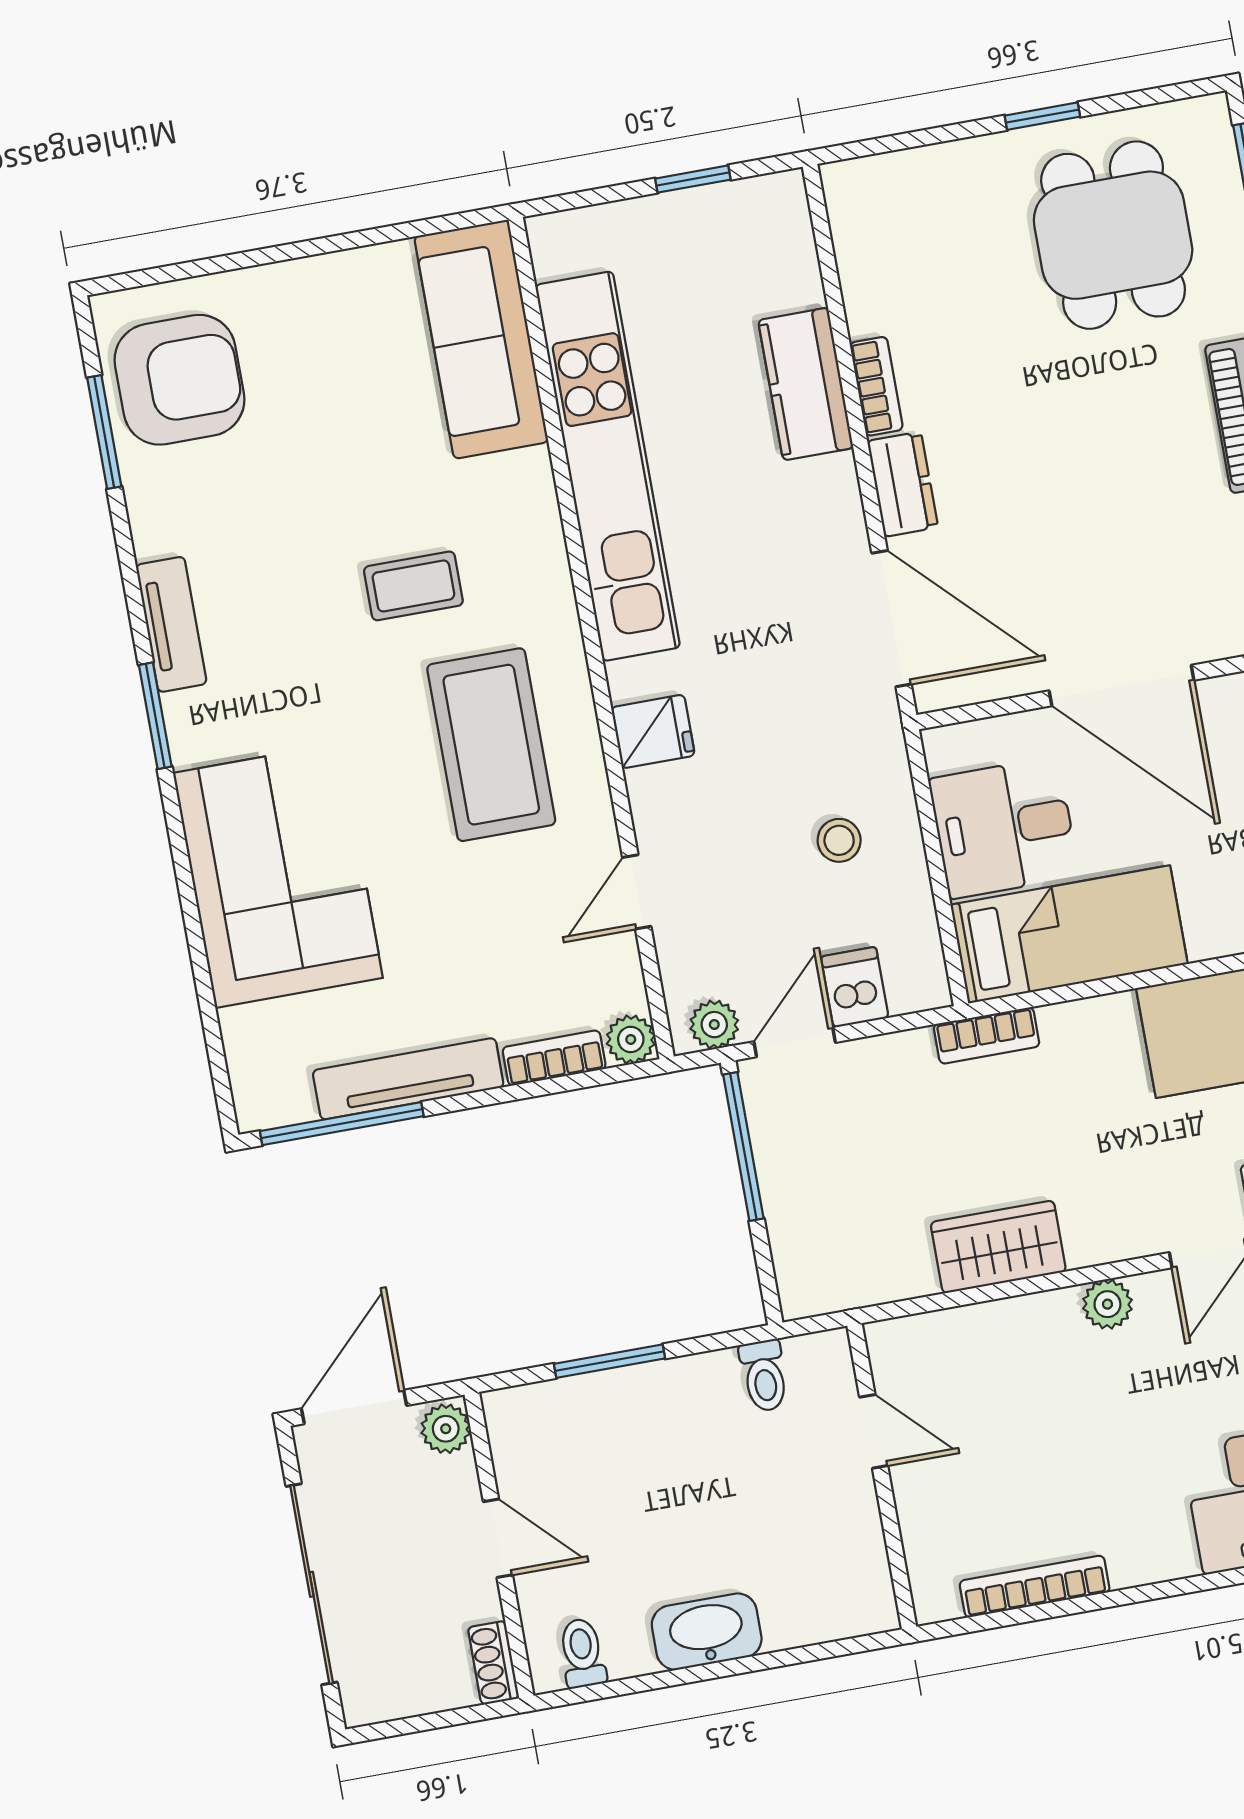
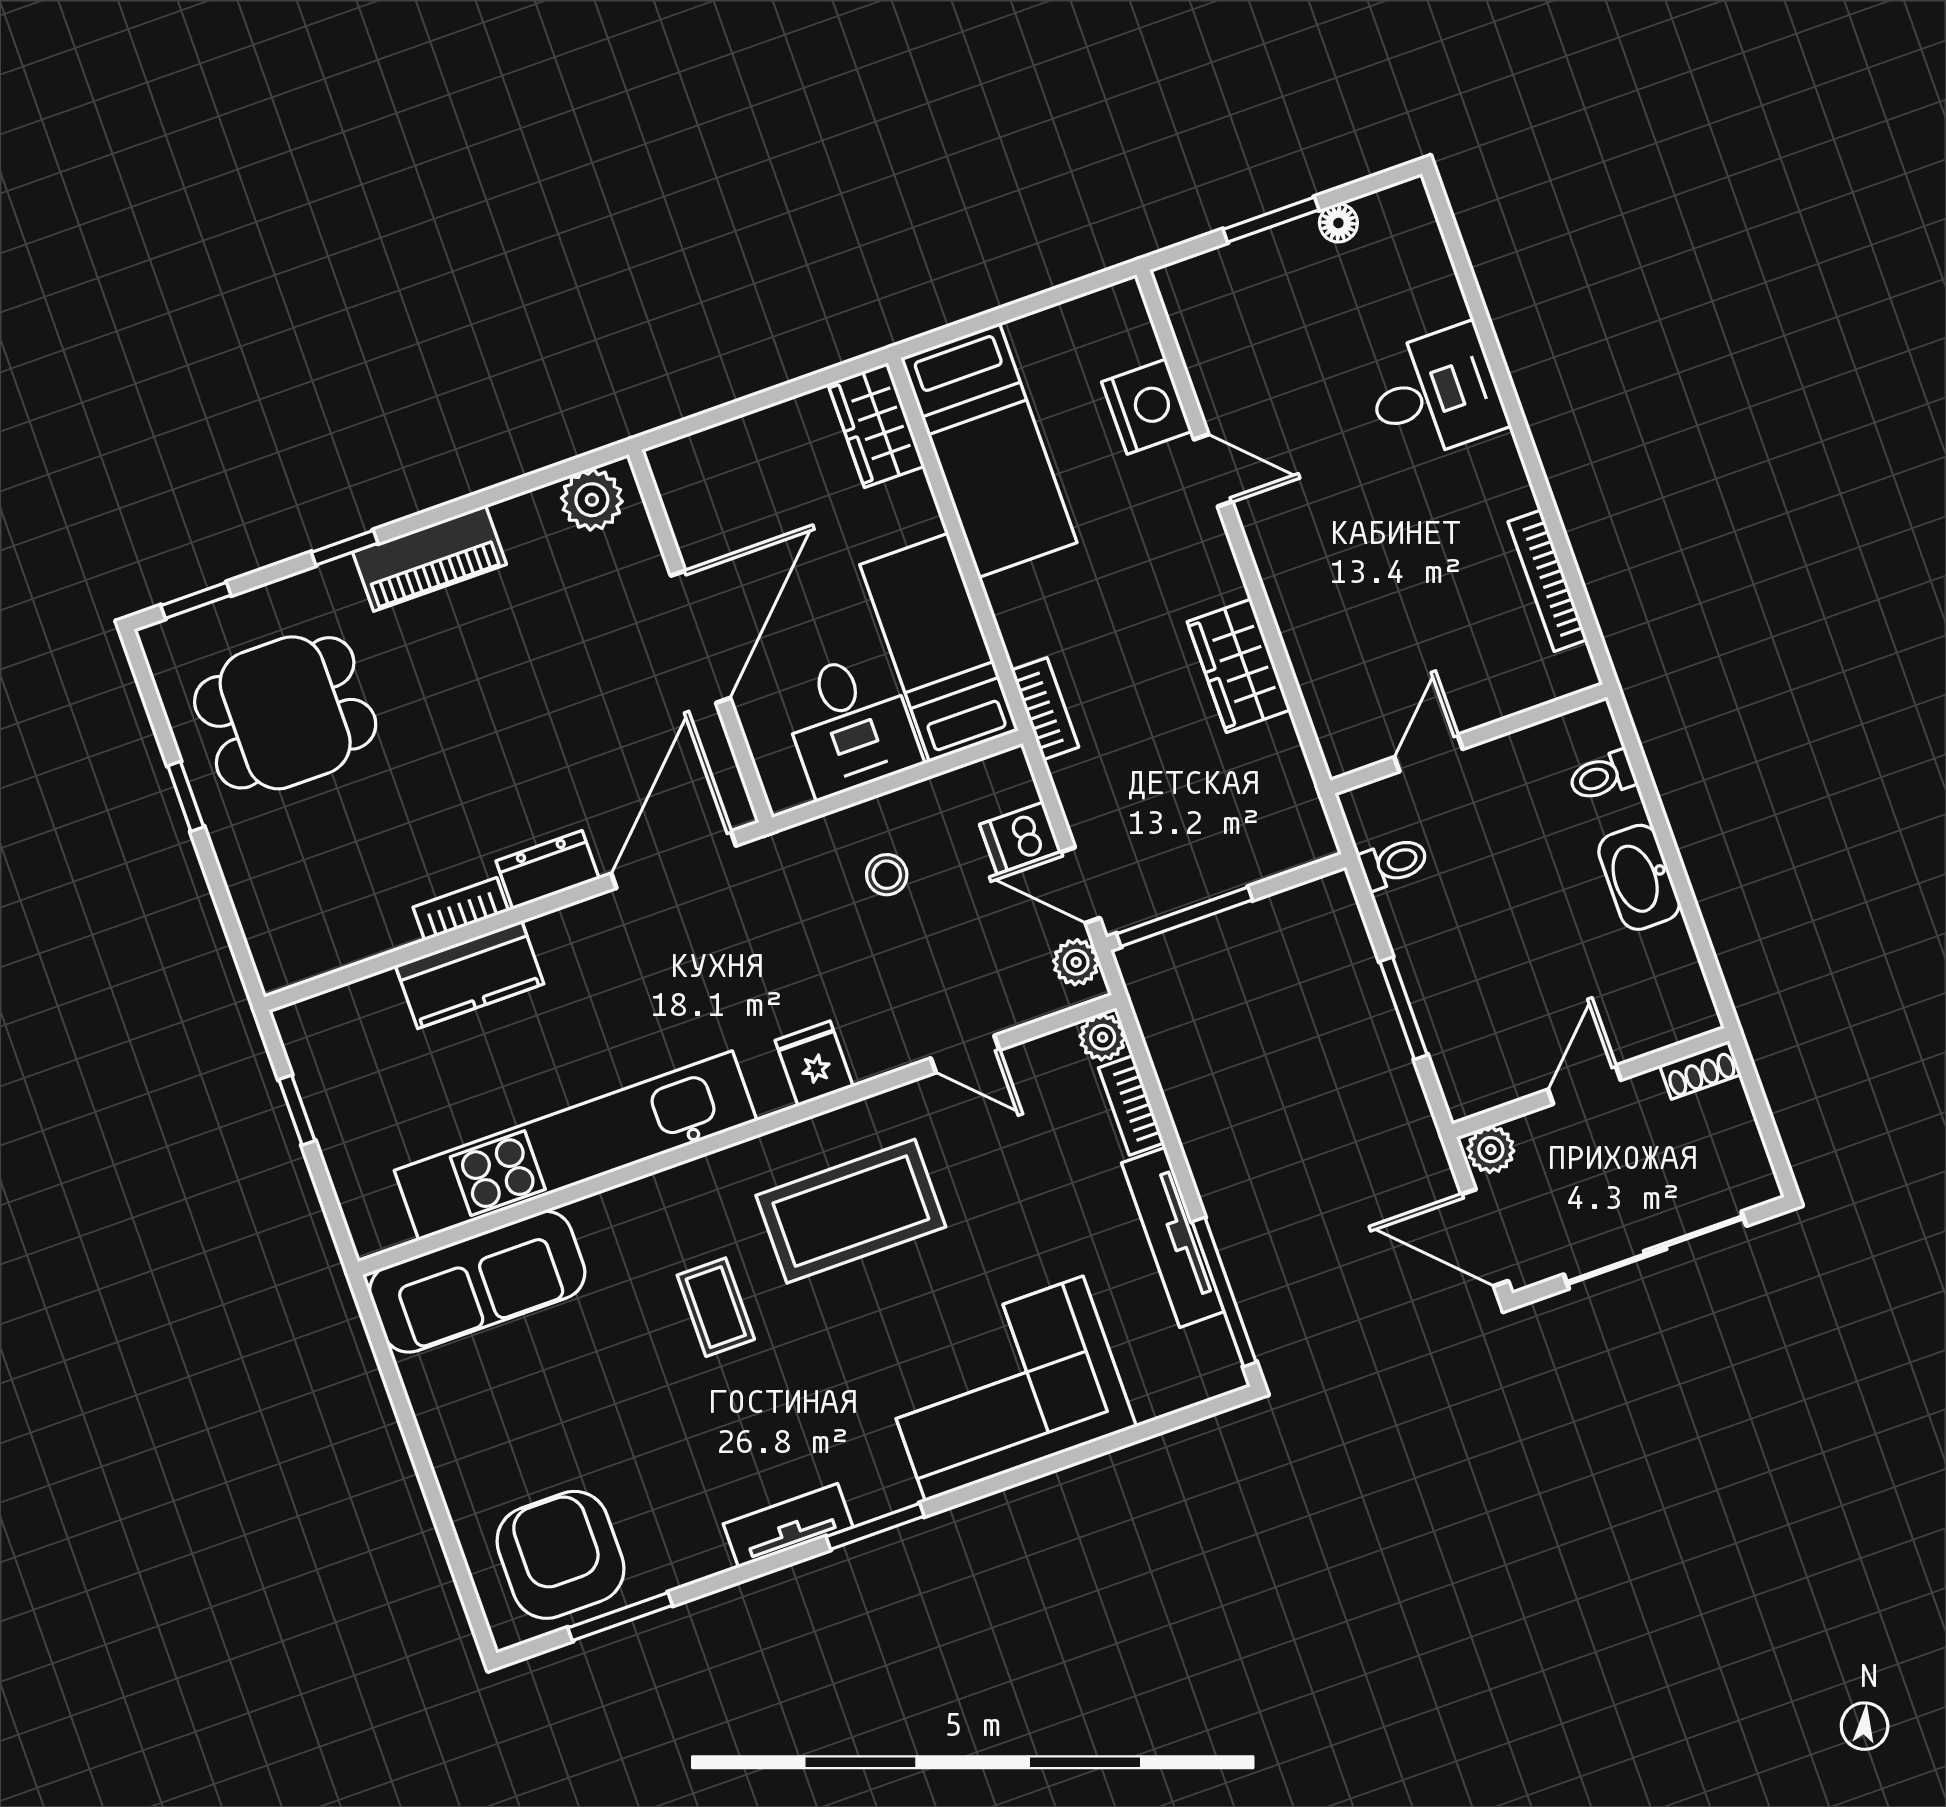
plant: (1107, 1304) -> (1275, 556), removed
toilet: (582, 1653) -> (1602, 776), moved

